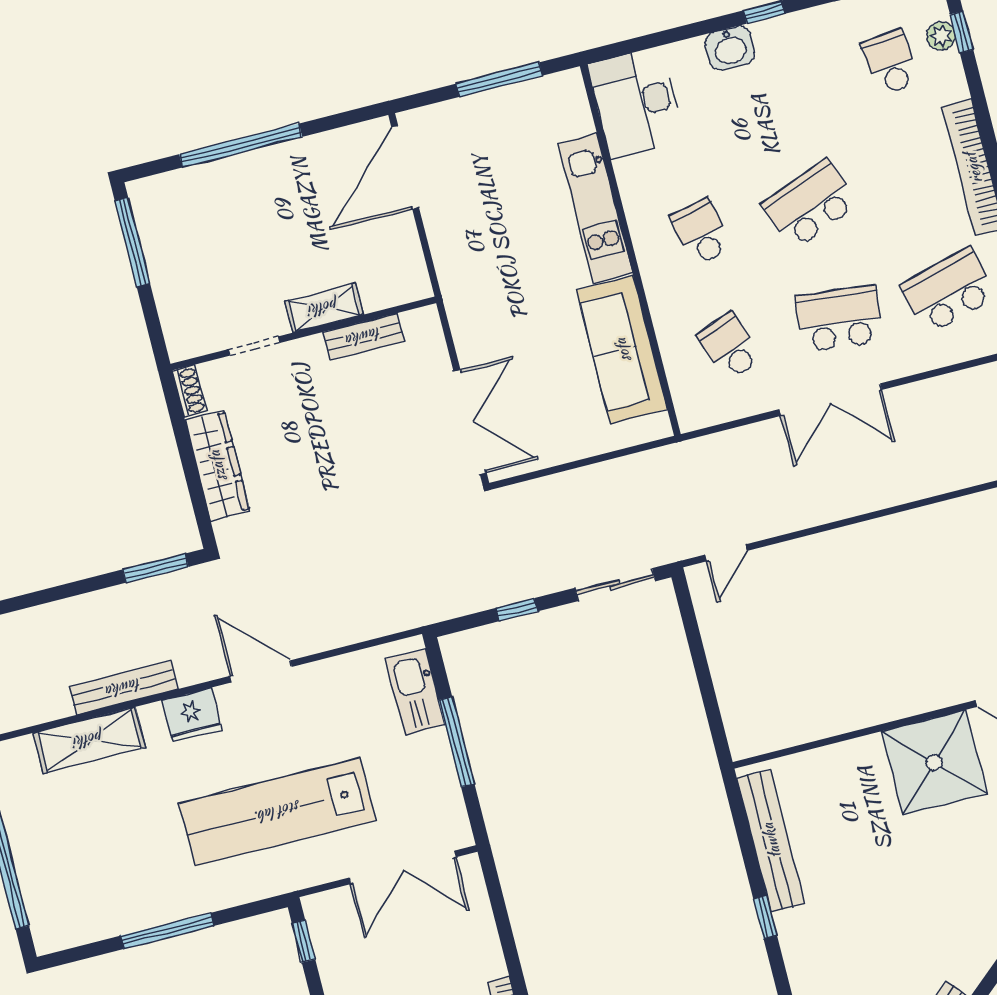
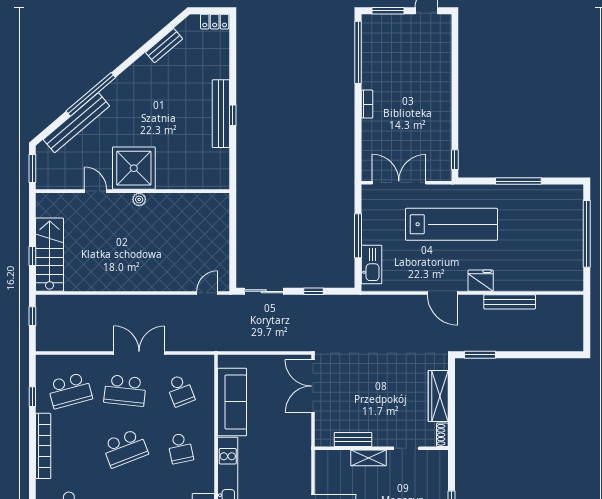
plant: (908, 703) -> (139, 199), added
shelving: (89, 740) -> (532, 281), removed
bench: (771, 841) -> (221, 114), moved

